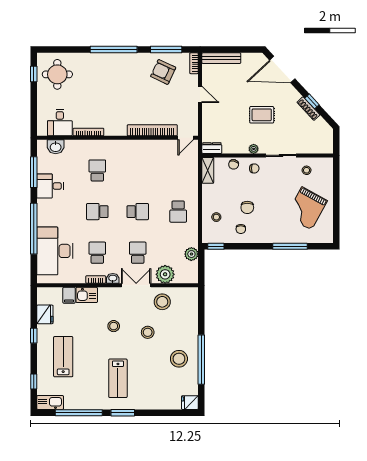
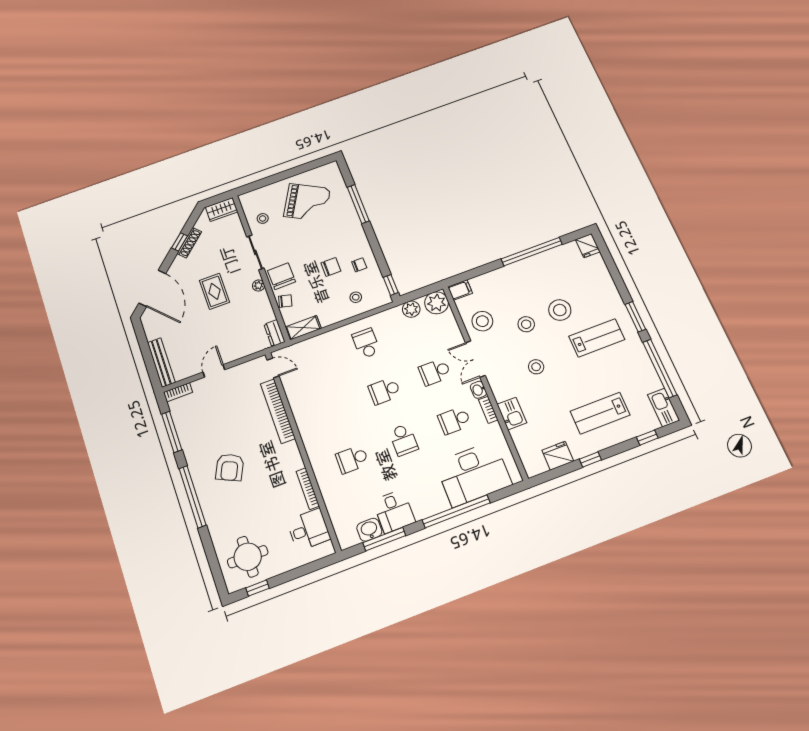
armchair: (163, 72) -> (230, 467), moved
wardrobe: (326, 142) -> (222, 209), added
washbasin: (56, 147) -> (369, 530), moved, turned -90
chair: (254, 168) -> (282, 276), width x1.87, depth x1.87
school desk: (138, 212) -> (385, 391), turned -90
school desk: (178, 212) -> (366, 343), turned -90
plant: (165, 274) -> (437, 303), moved
filing cabinet: (69, 295) -> (460, 290), moved
stool: (179, 359) -> (560, 310), moved

